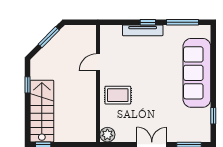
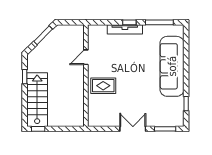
plant: (107, 135) -> (94, 120), removed

